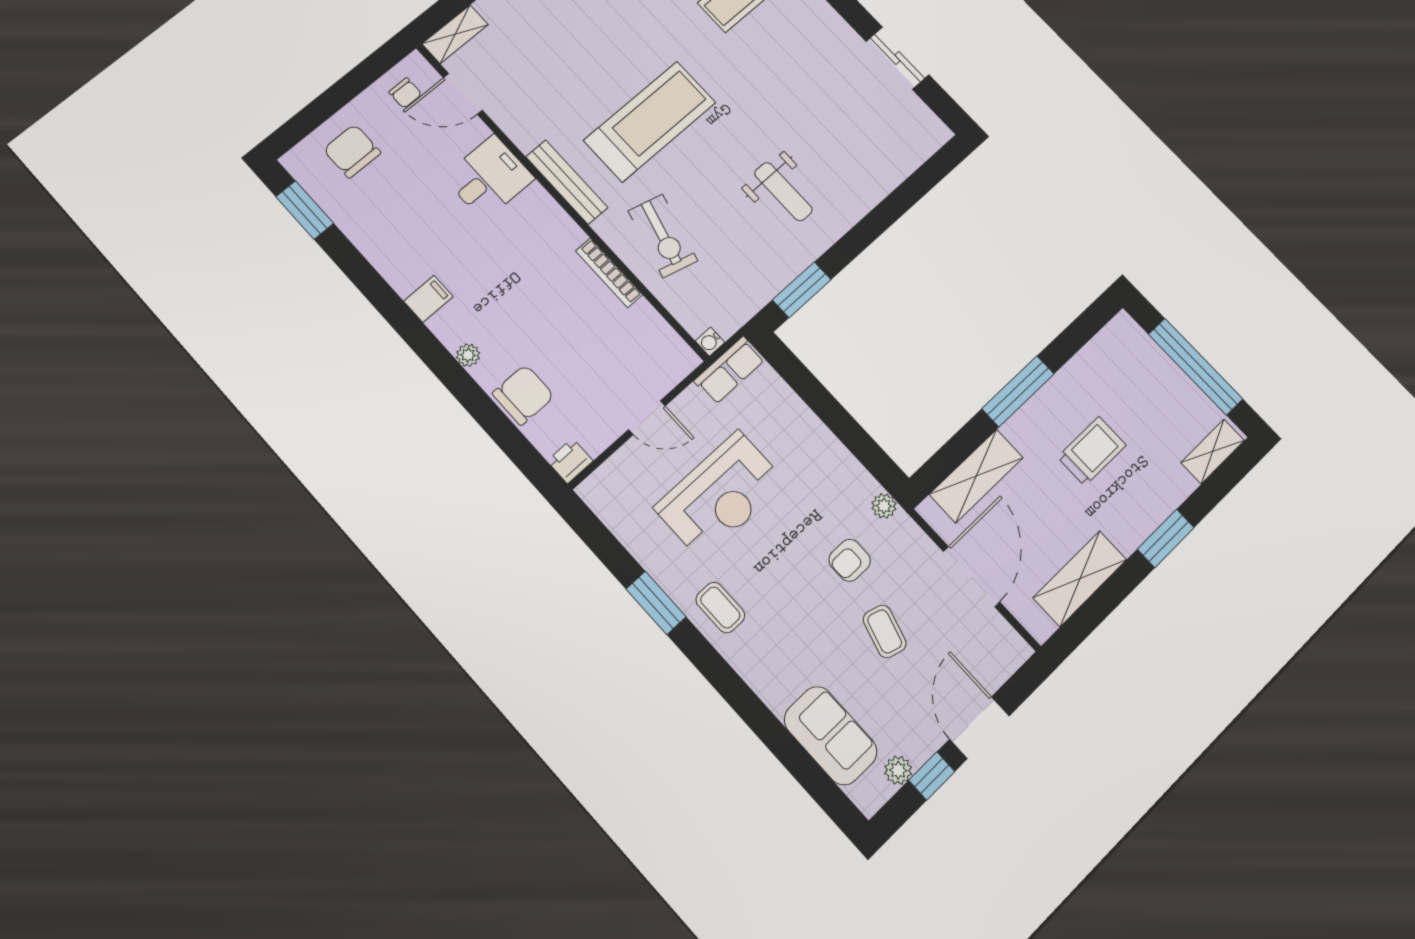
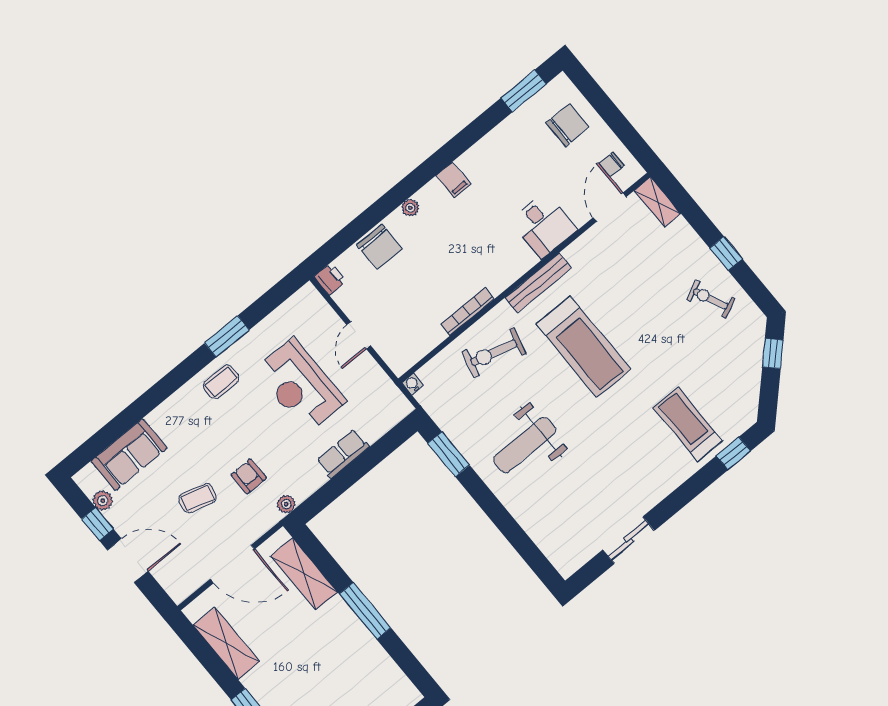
weight bench: (783, 192) -> (525, 445), width x1.36, depth x1.33
row of seats: (729, 370) -> (343, 454), moved, turned 90
trolley: (1092, 451) -> (318, 662), removed

